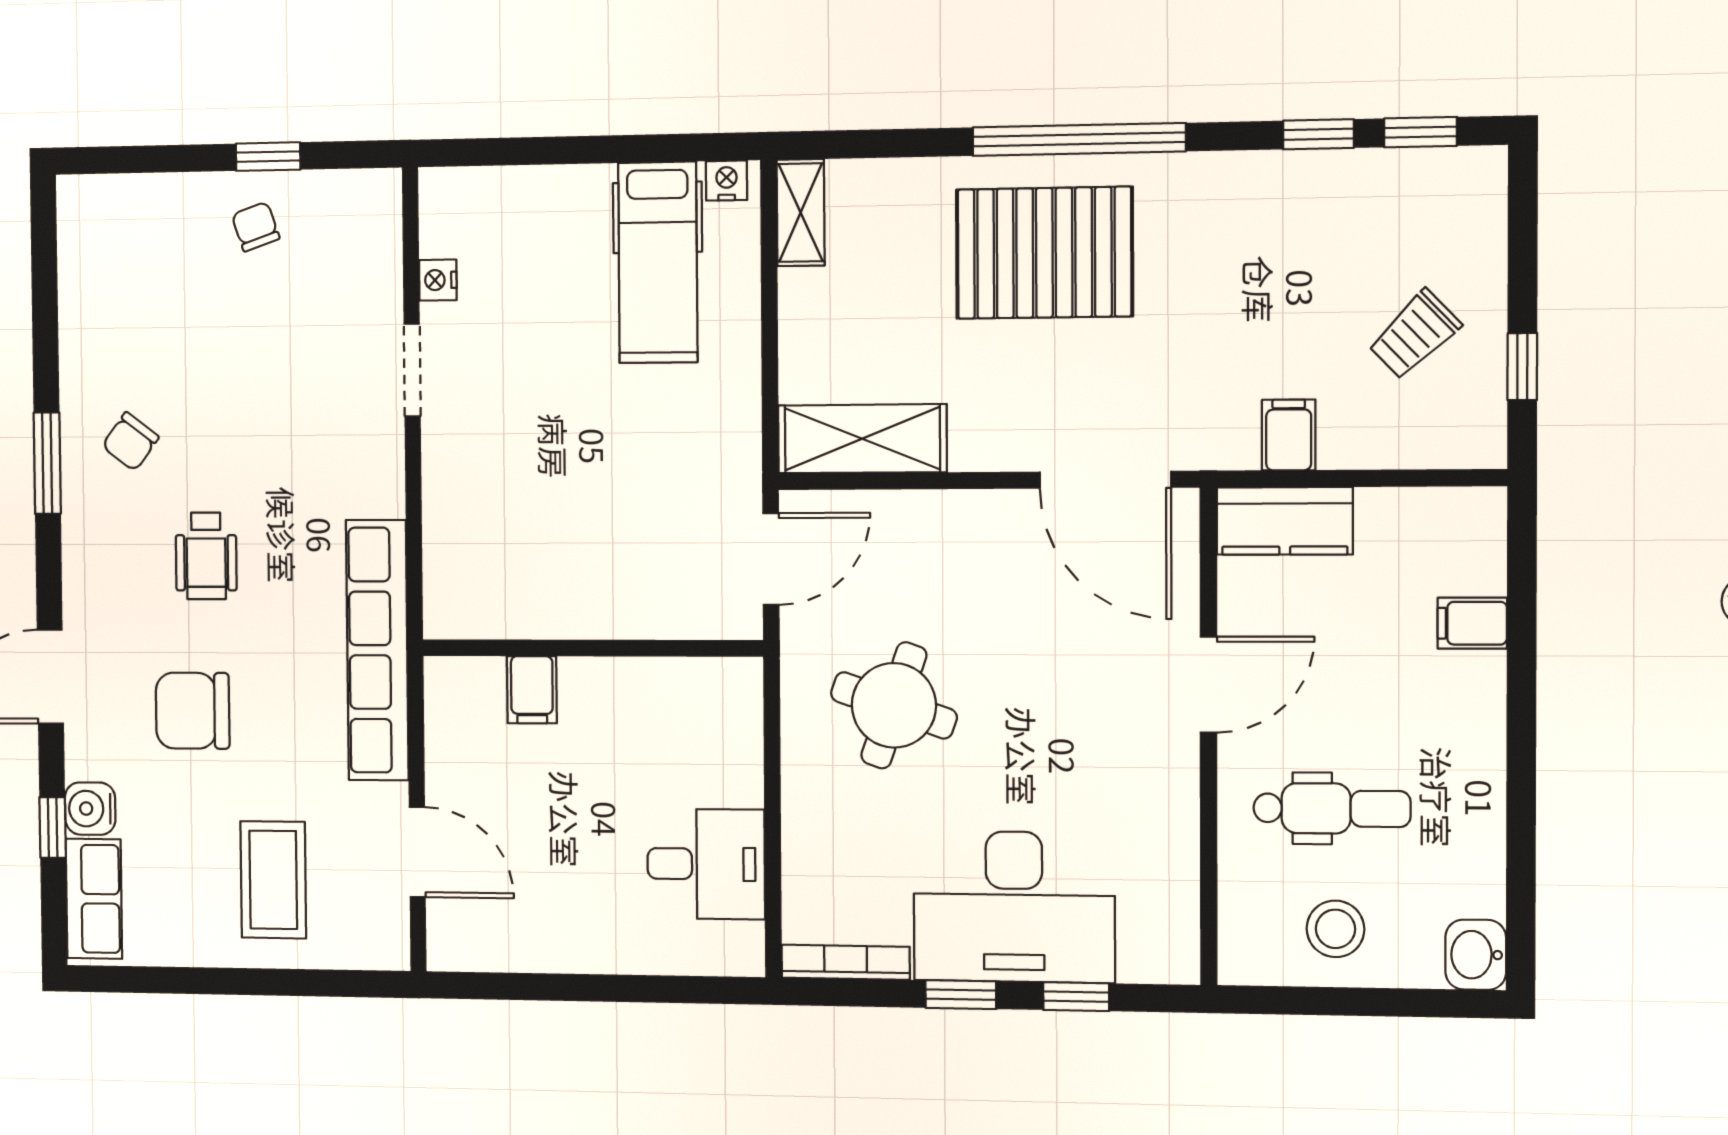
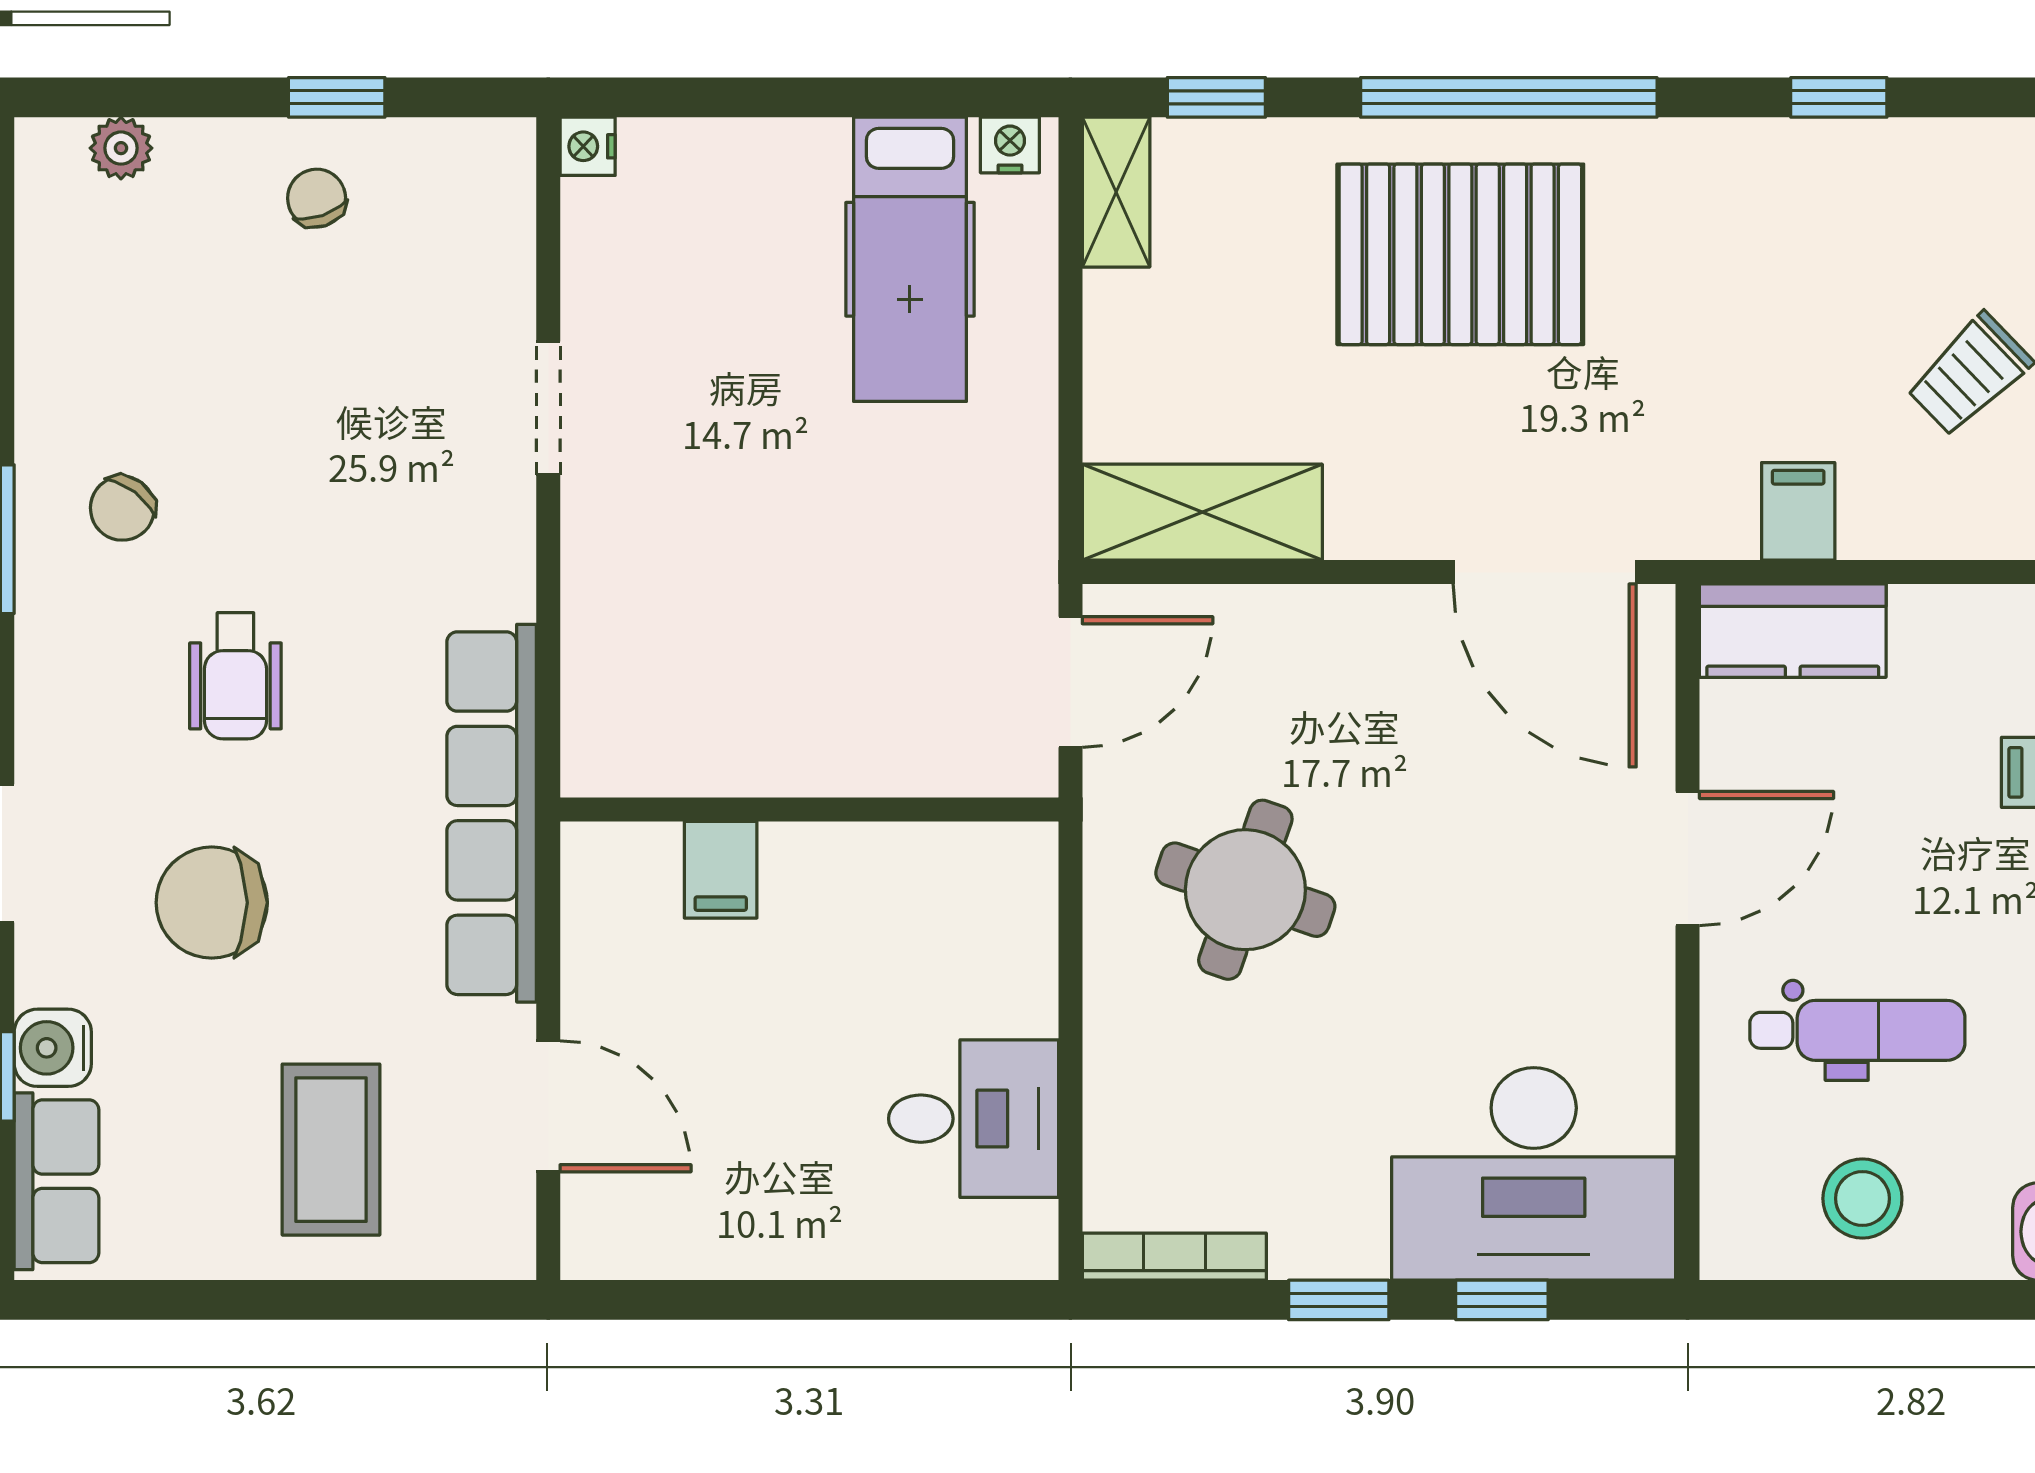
window: (1420, 132) -> (1216, 97), moved
plant: (126, 195) -> (121, 148), added
nightstand: (438, 280) -> (588, 146), moved
desk: (1014, 907) -> (1534, 1174), moved

